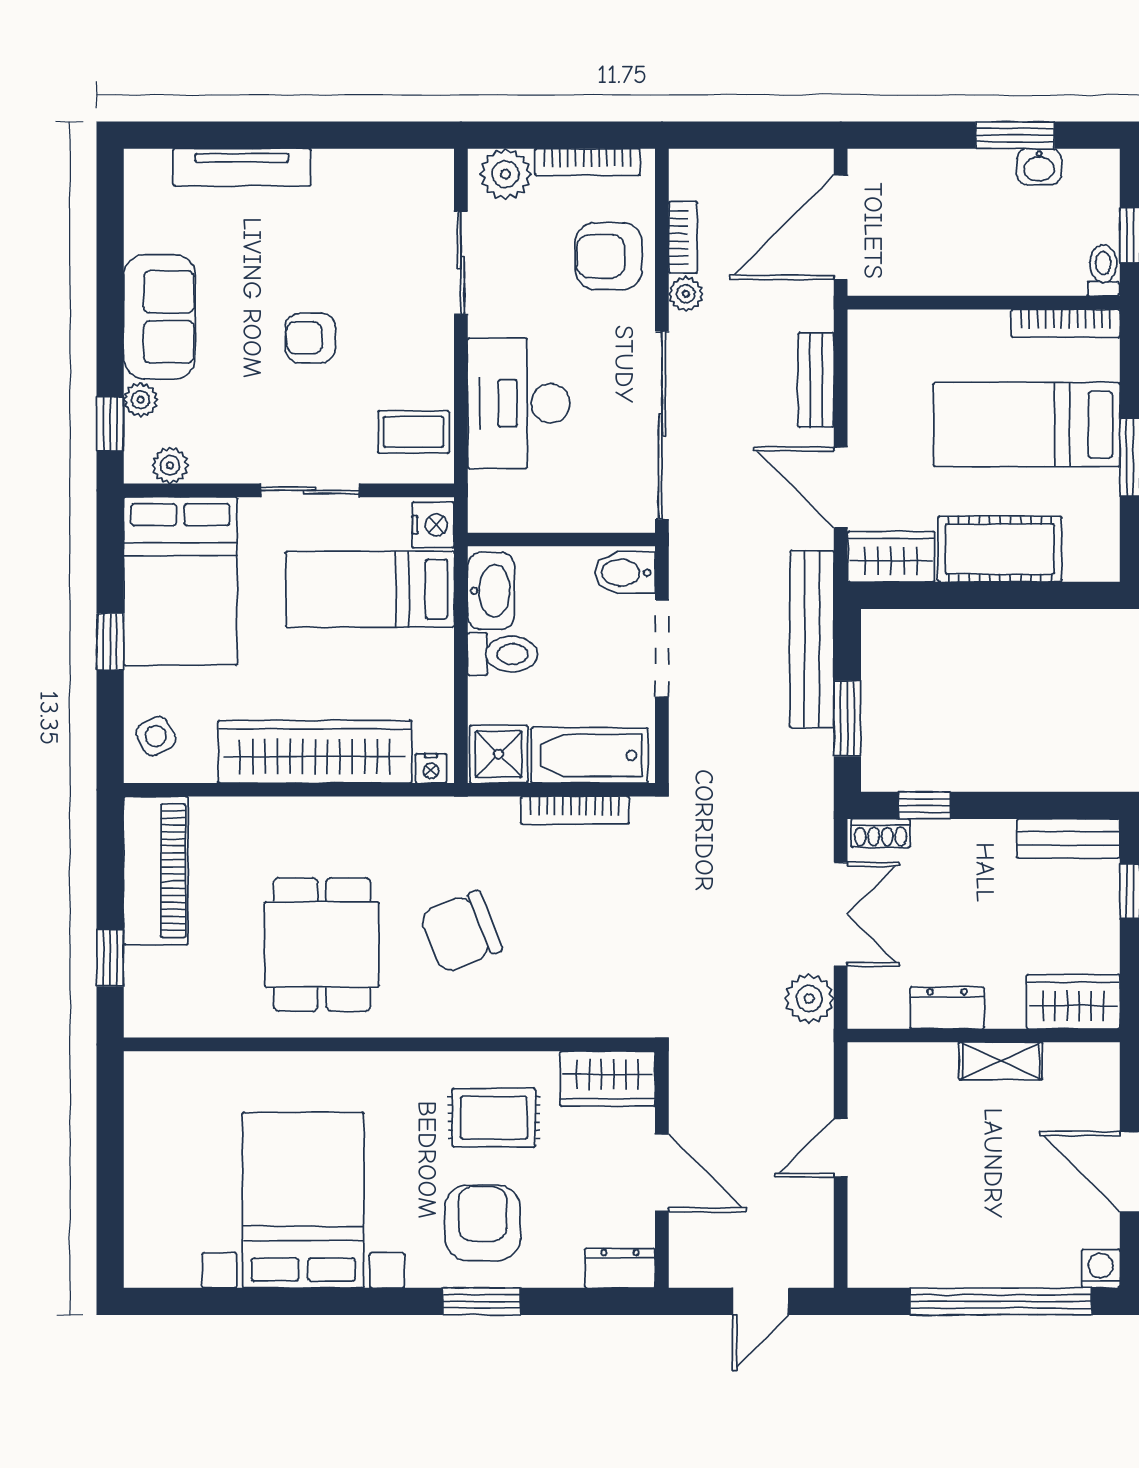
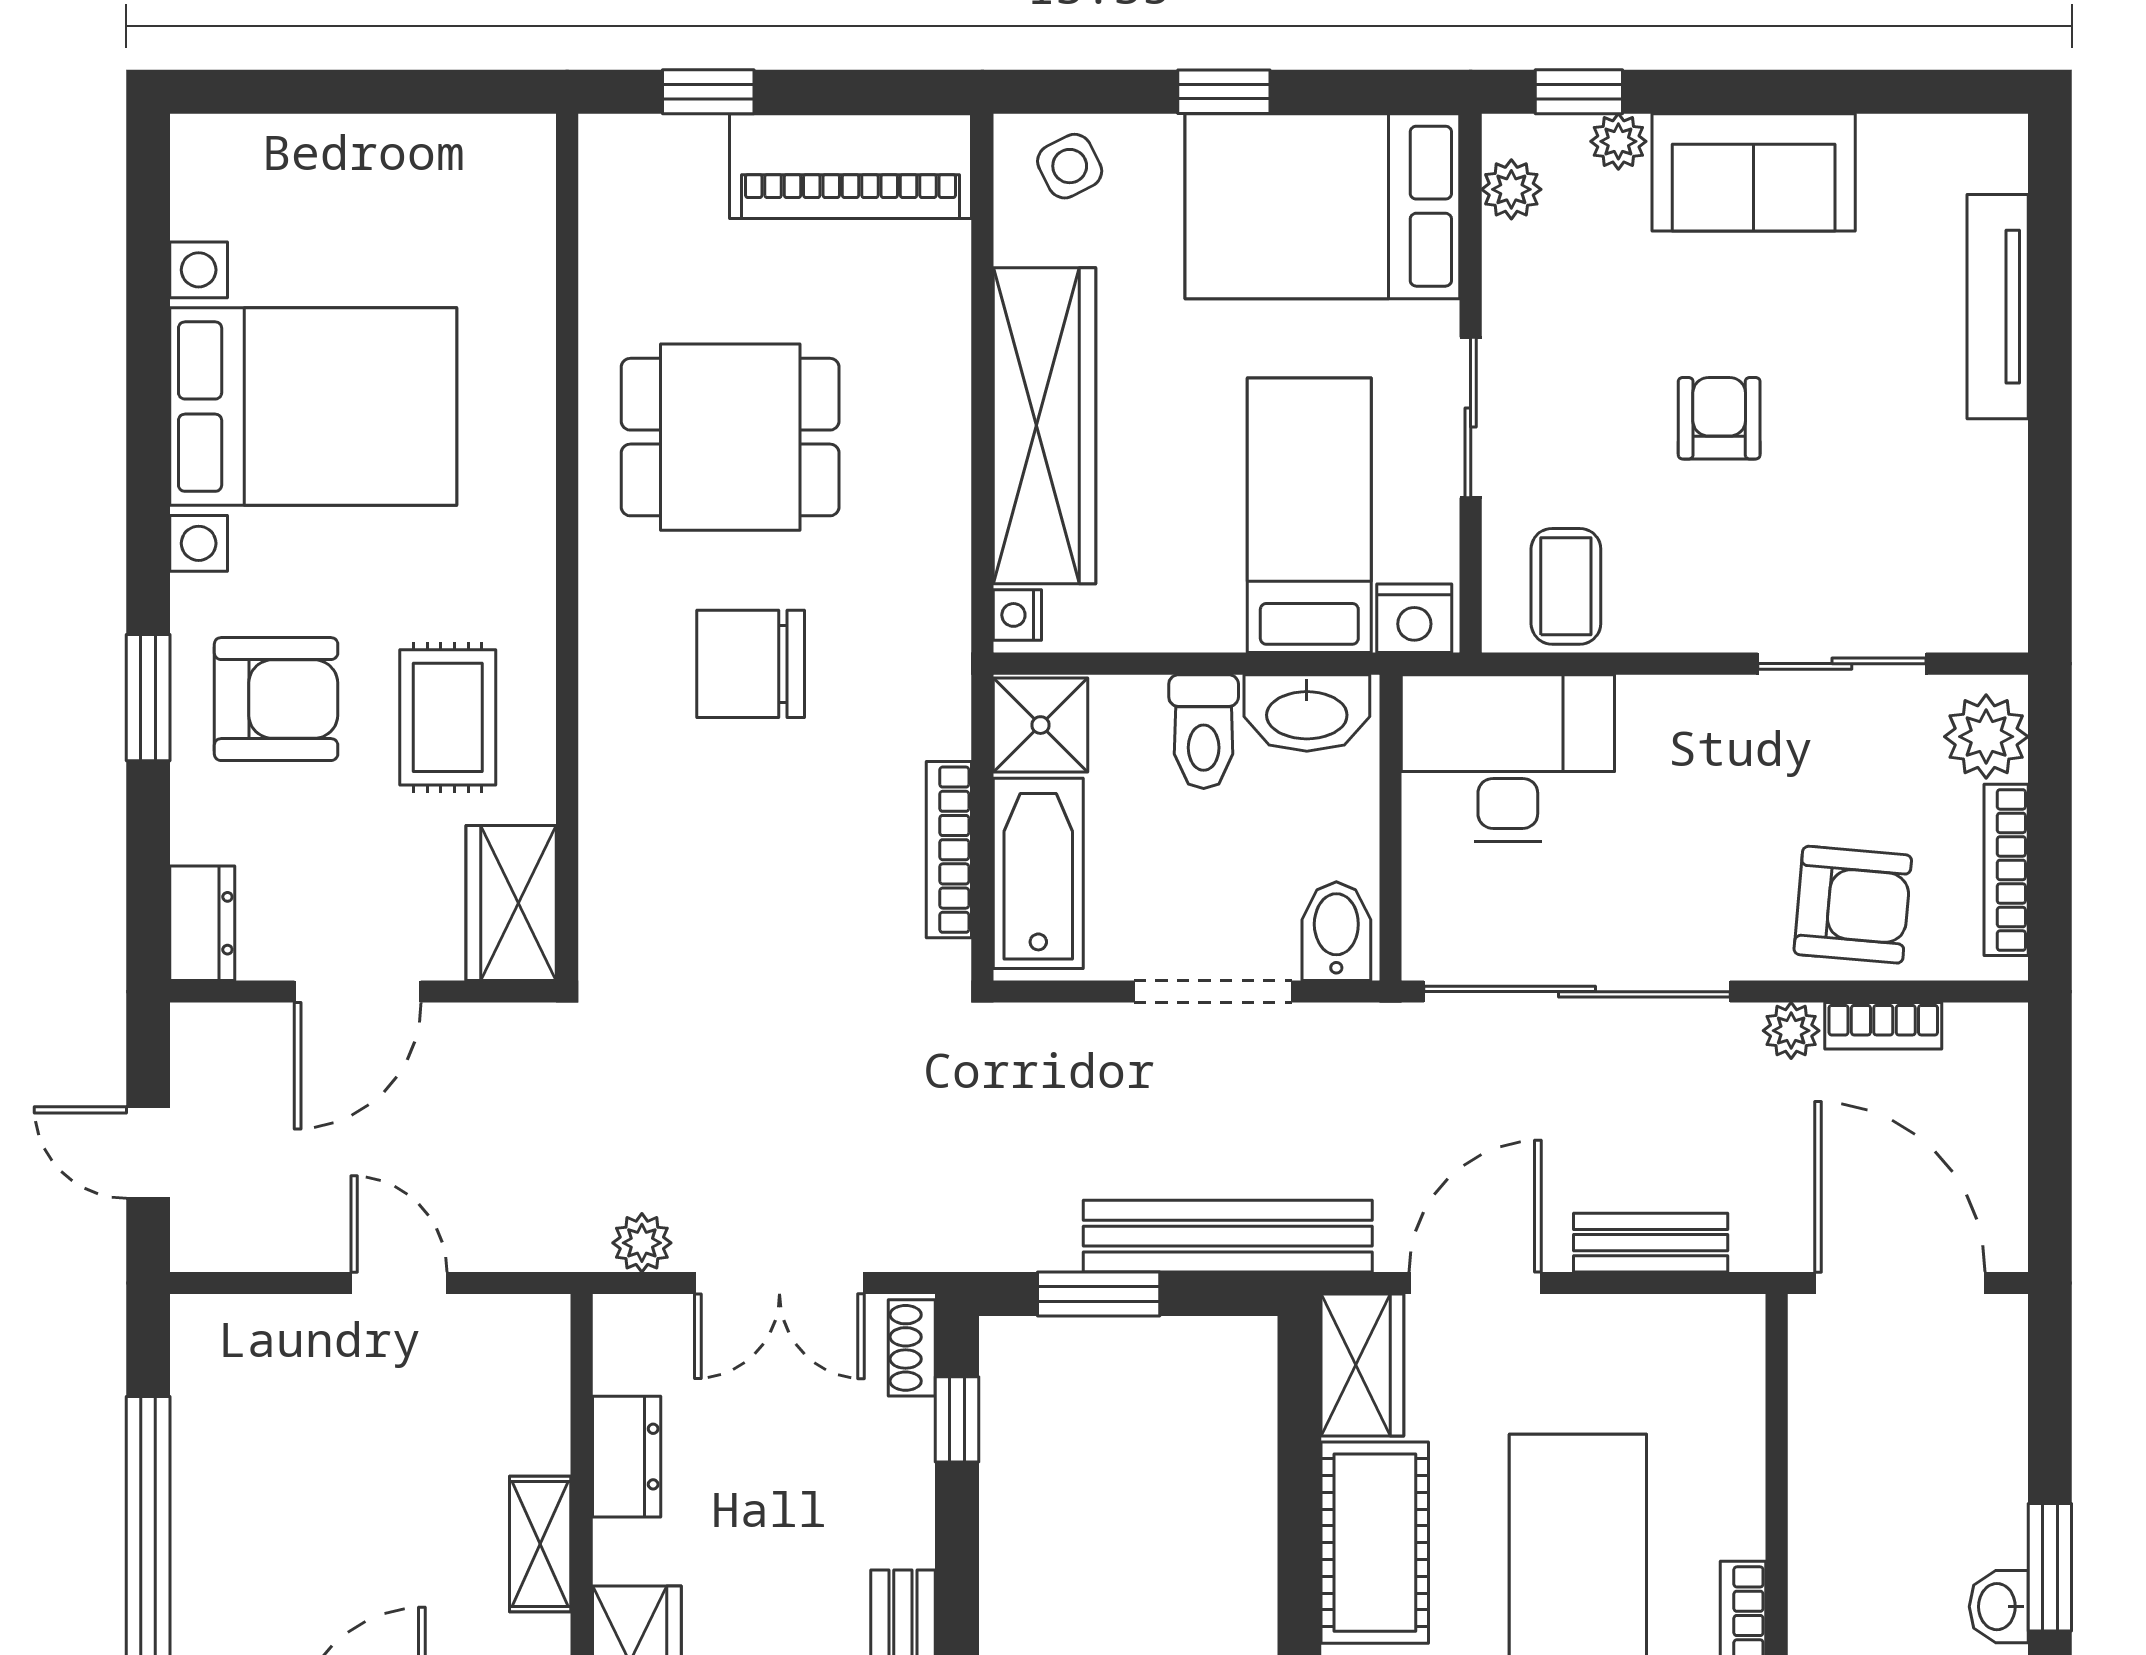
armchair: (609, 256) -> (1853, 905), turned 95
desk: (519, 403) -> (1508, 758), moved
chair: (461, 932) -> (751, 664), turned -68
plant: (809, 999) -> (642, 1243), width x0.73, depth x0.73

